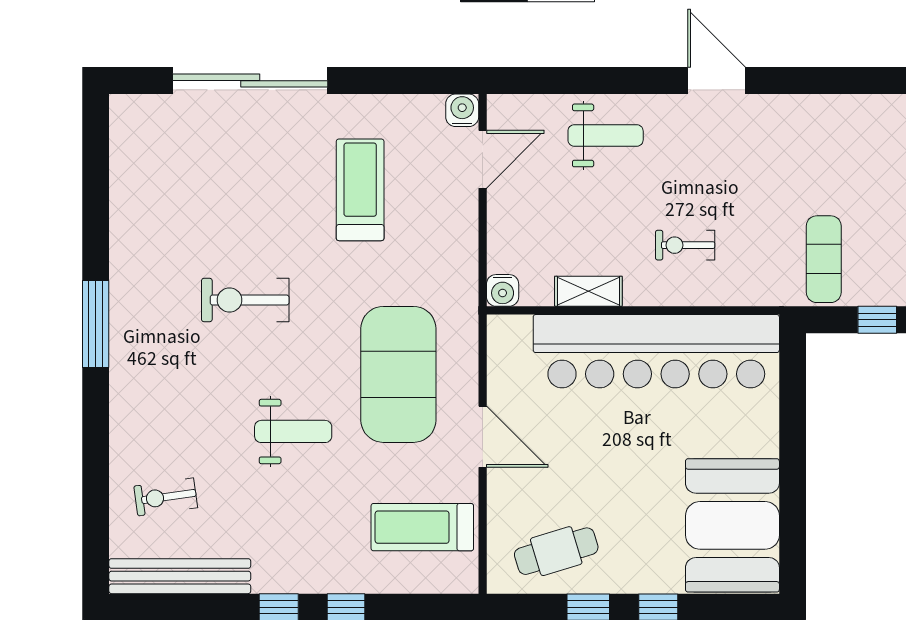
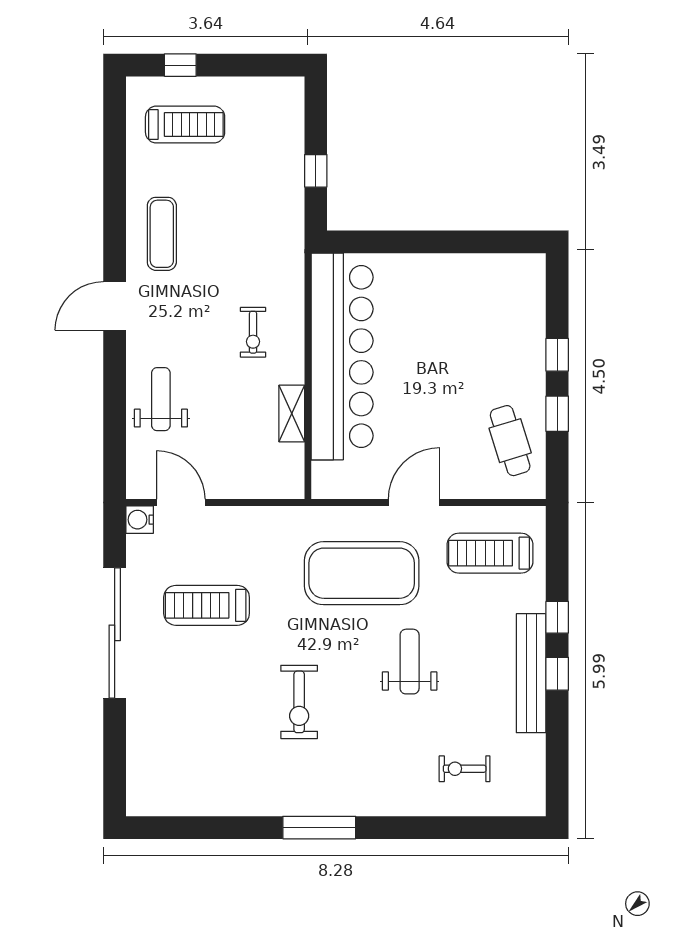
sliding door: (250, 81) -> (115, 633), moved
exercise mat: (824, 259) -> (162, 234), moved, turned 90
water cooler: (503, 290) -> (291, 486), removed
exercise bike: (166, 497) -> (465, 769), turned 98
booth: (732, 525) -> (488, 293), removed
treadmill: (422, 527) -> (490, 553), turned 90
bench: (180, 576) -> (531, 673), moved

